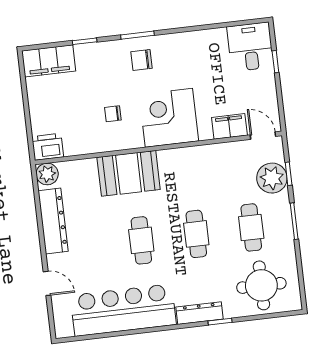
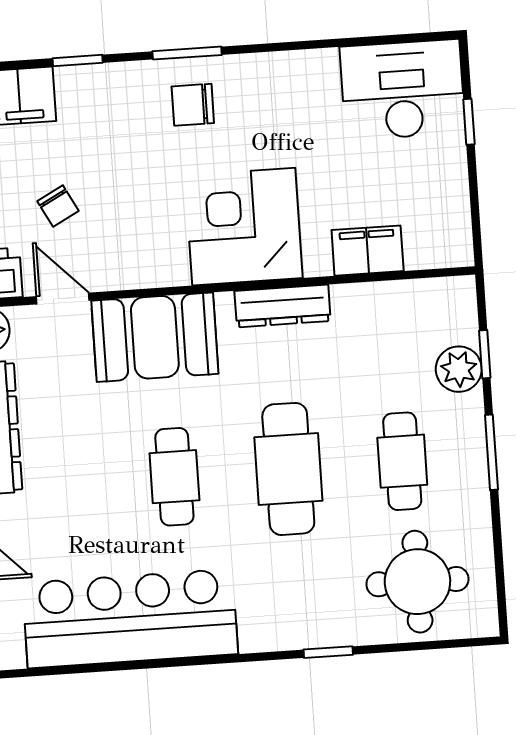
desk: (250, 47) -> (402, 90), width x1.37
chair: (113, 114) -> (58, 206), moved, turned -118
door: (263, 136) -> (63, 298), moved
plant: (272, 178) -> (459, 369), width x0.73, depth x0.73
cafe table: (196, 234) -> (288, 469), width x1.37, depth x1.35
dresser: (200, 313) -> (283, 306), moved, turned 180

